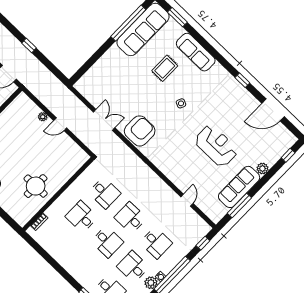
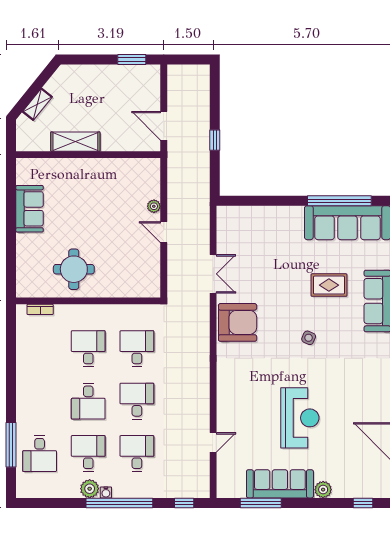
window: (29, 45) -> (215, 140), moved
desk: (105, 193) -> (137, 349), turned 180
desk: (156, 243) -> (137, 454), turned 180

